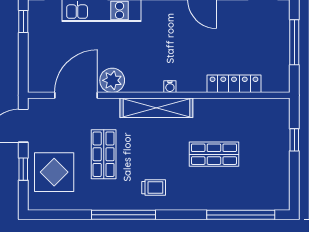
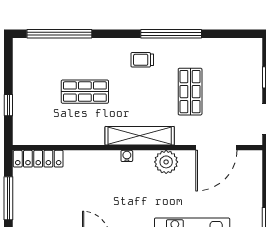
plant: (112, 80) -> (166, 162), moved
locker: (234, 84) -> (38, 159), moved
display table: (54, 172) -> (237, 74), removed

